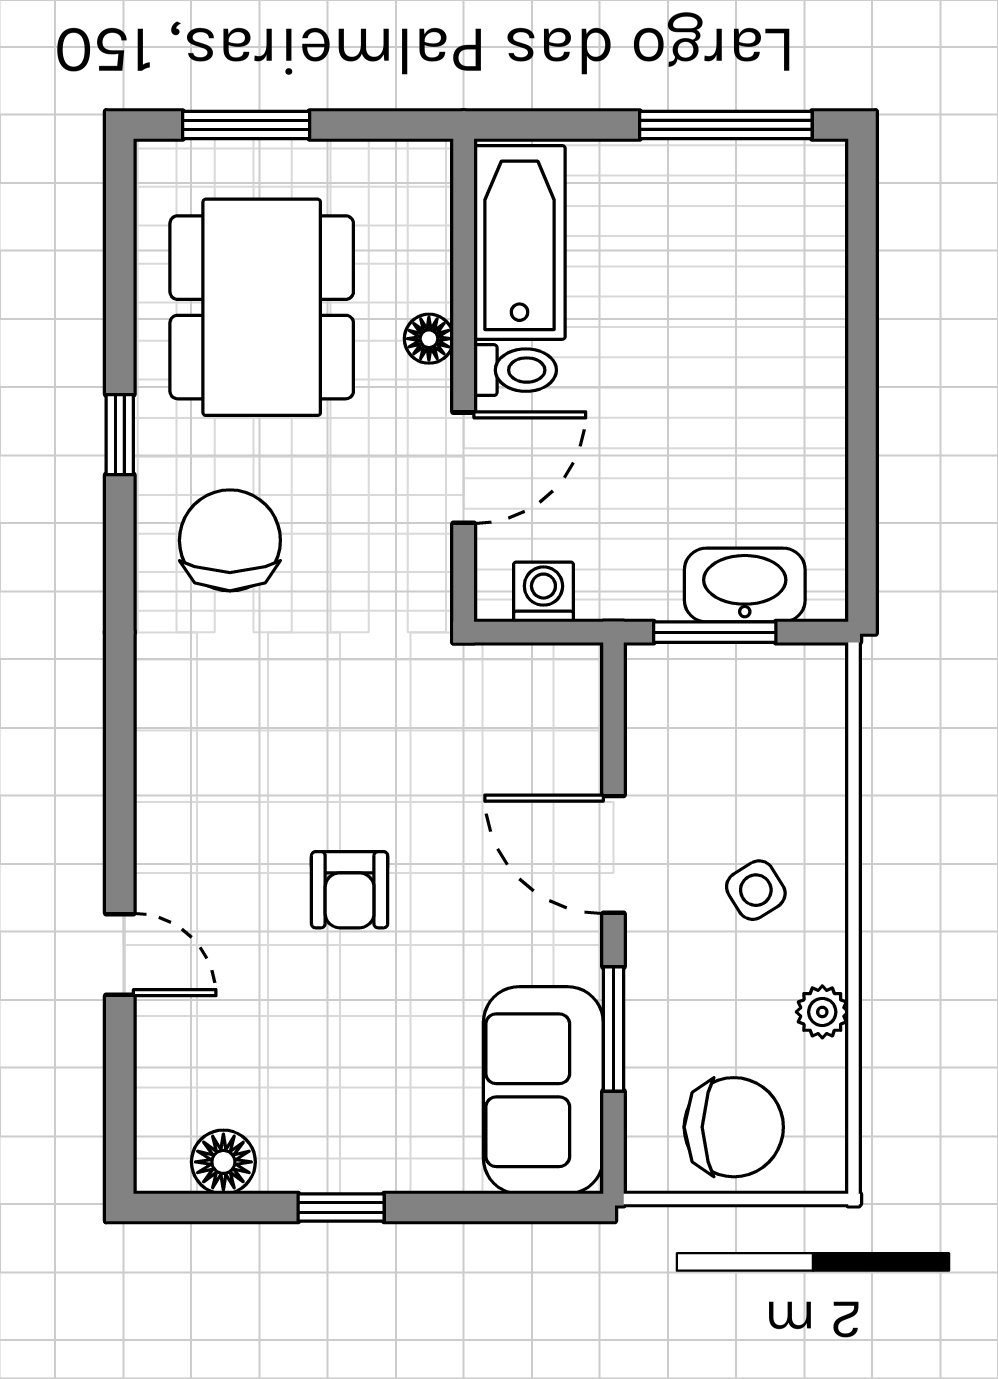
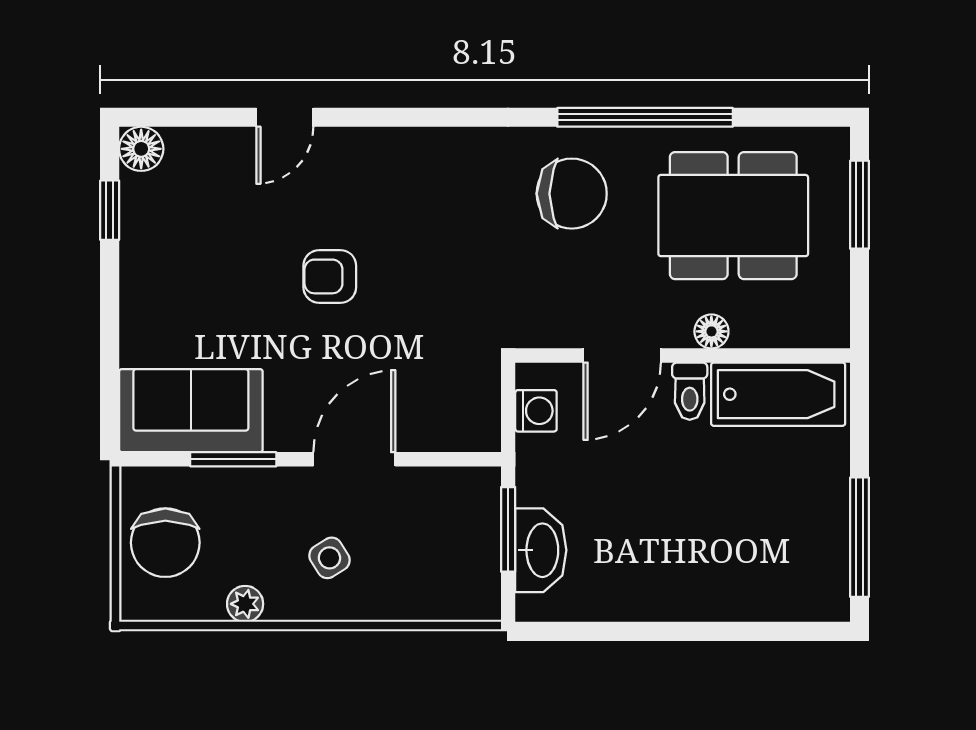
window: (120, 435) -> (645, 117), width x3.17
door: (464, 468) -> (622, 356), hinge flipped
floor lamp: (223, 1162) -> (141, 149), moved
window: (341, 1208) -> (110, 210), moved

